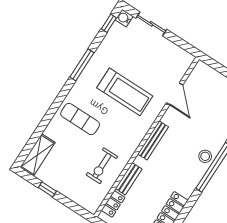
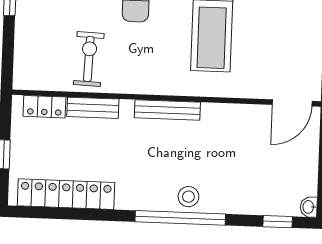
door: (175, 94) -> (292, 103), moved
exercise bike: (102, 166) -> (89, 59), turned 92

